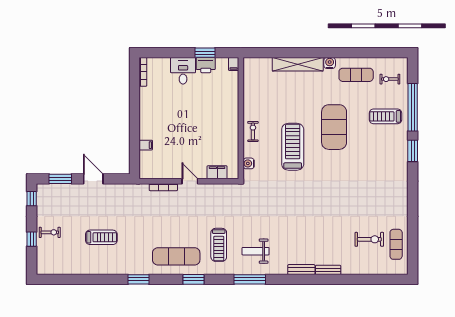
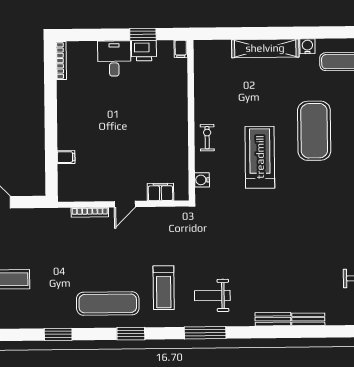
door: (190, 181) -> (125, 204), swing flipped

